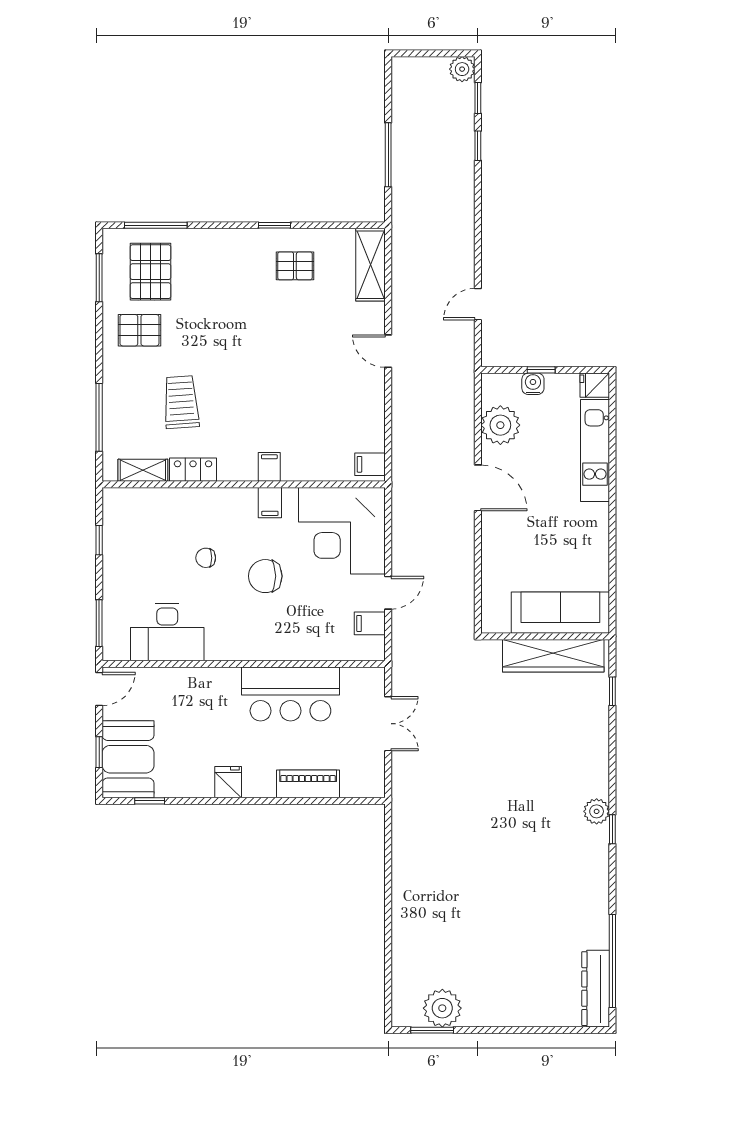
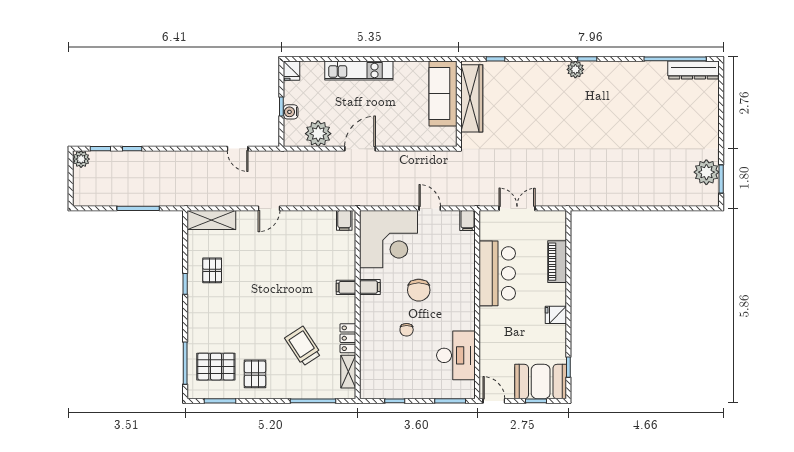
trolley: (181, 402) -> (303, 346), turned 61
kitchen unit: (595, 451) -> (359, 70), moved
filing cabinet: (370, 623) -> (468, 220), moved

